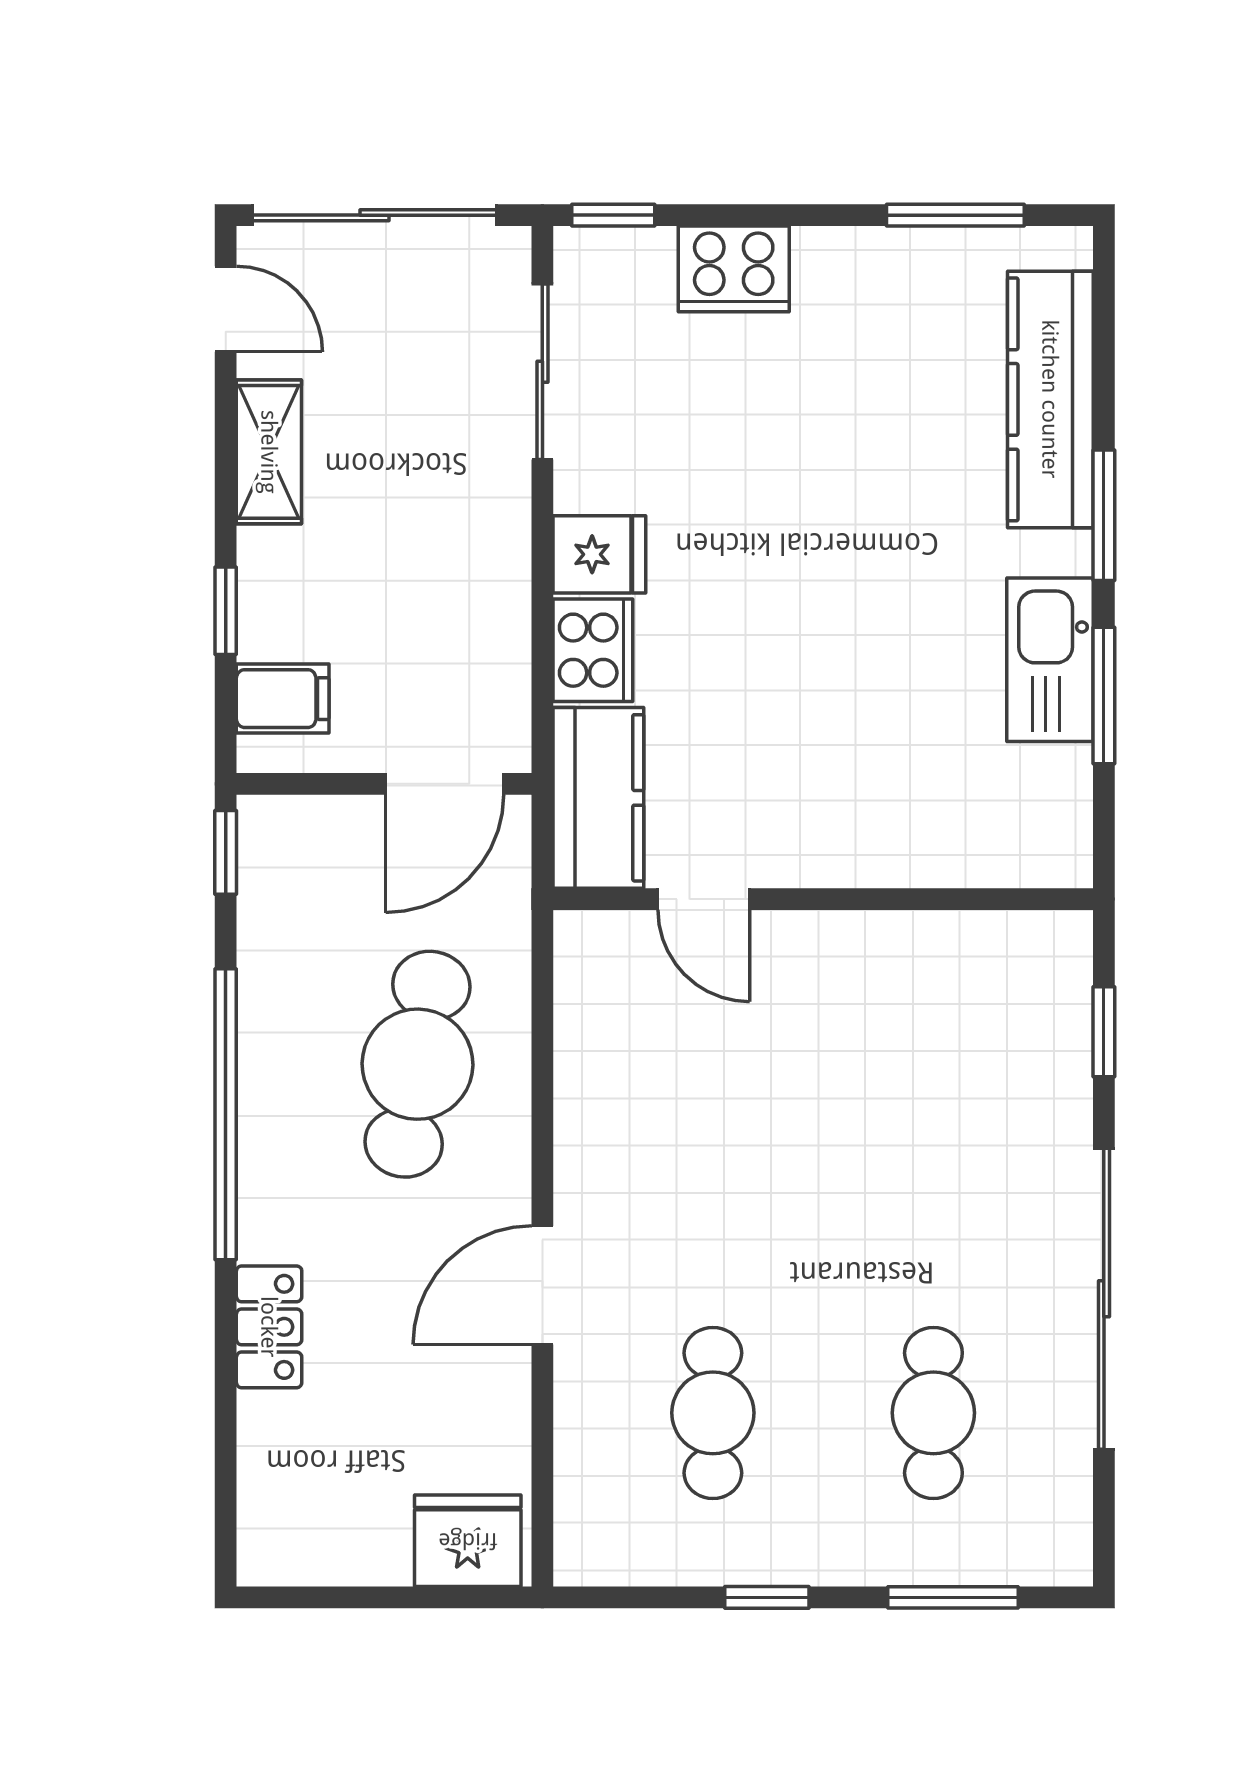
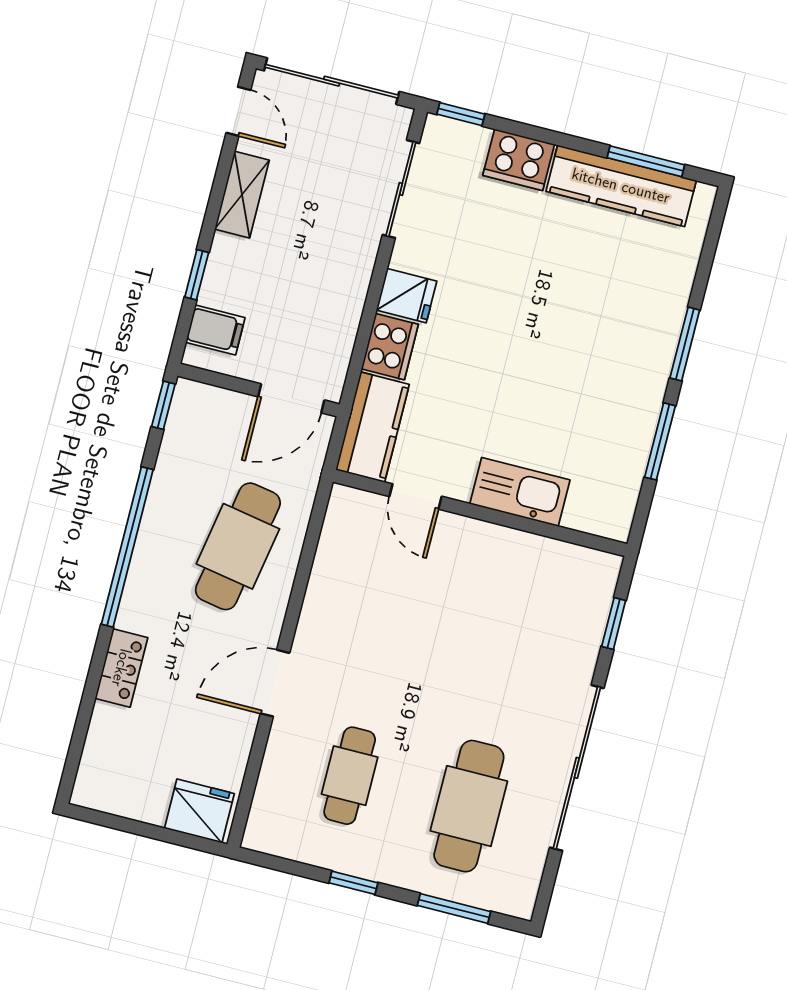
kitchen counter: (1050, 399) -> (621, 186), moved, turned -90
kitchen sink: (1050, 660) -> (520, 492), moved, turned 90
cafe table: (933, 1413) -> (469, 806), width x1.37, depth x1.35

